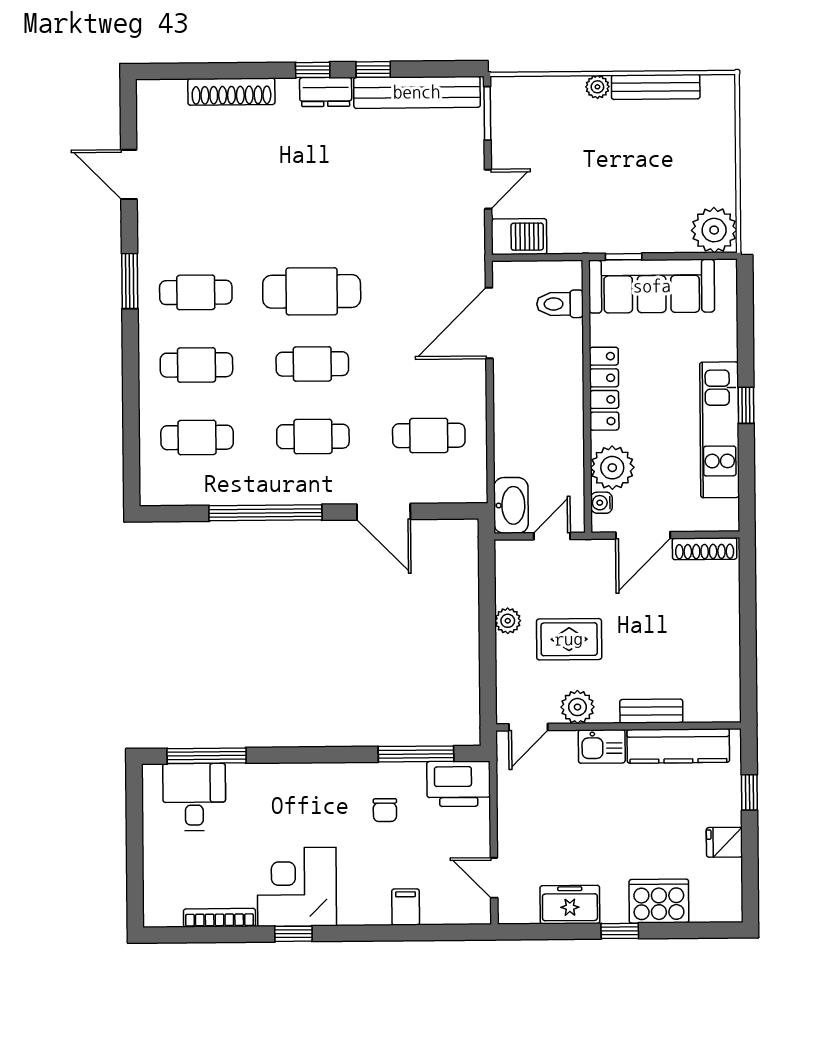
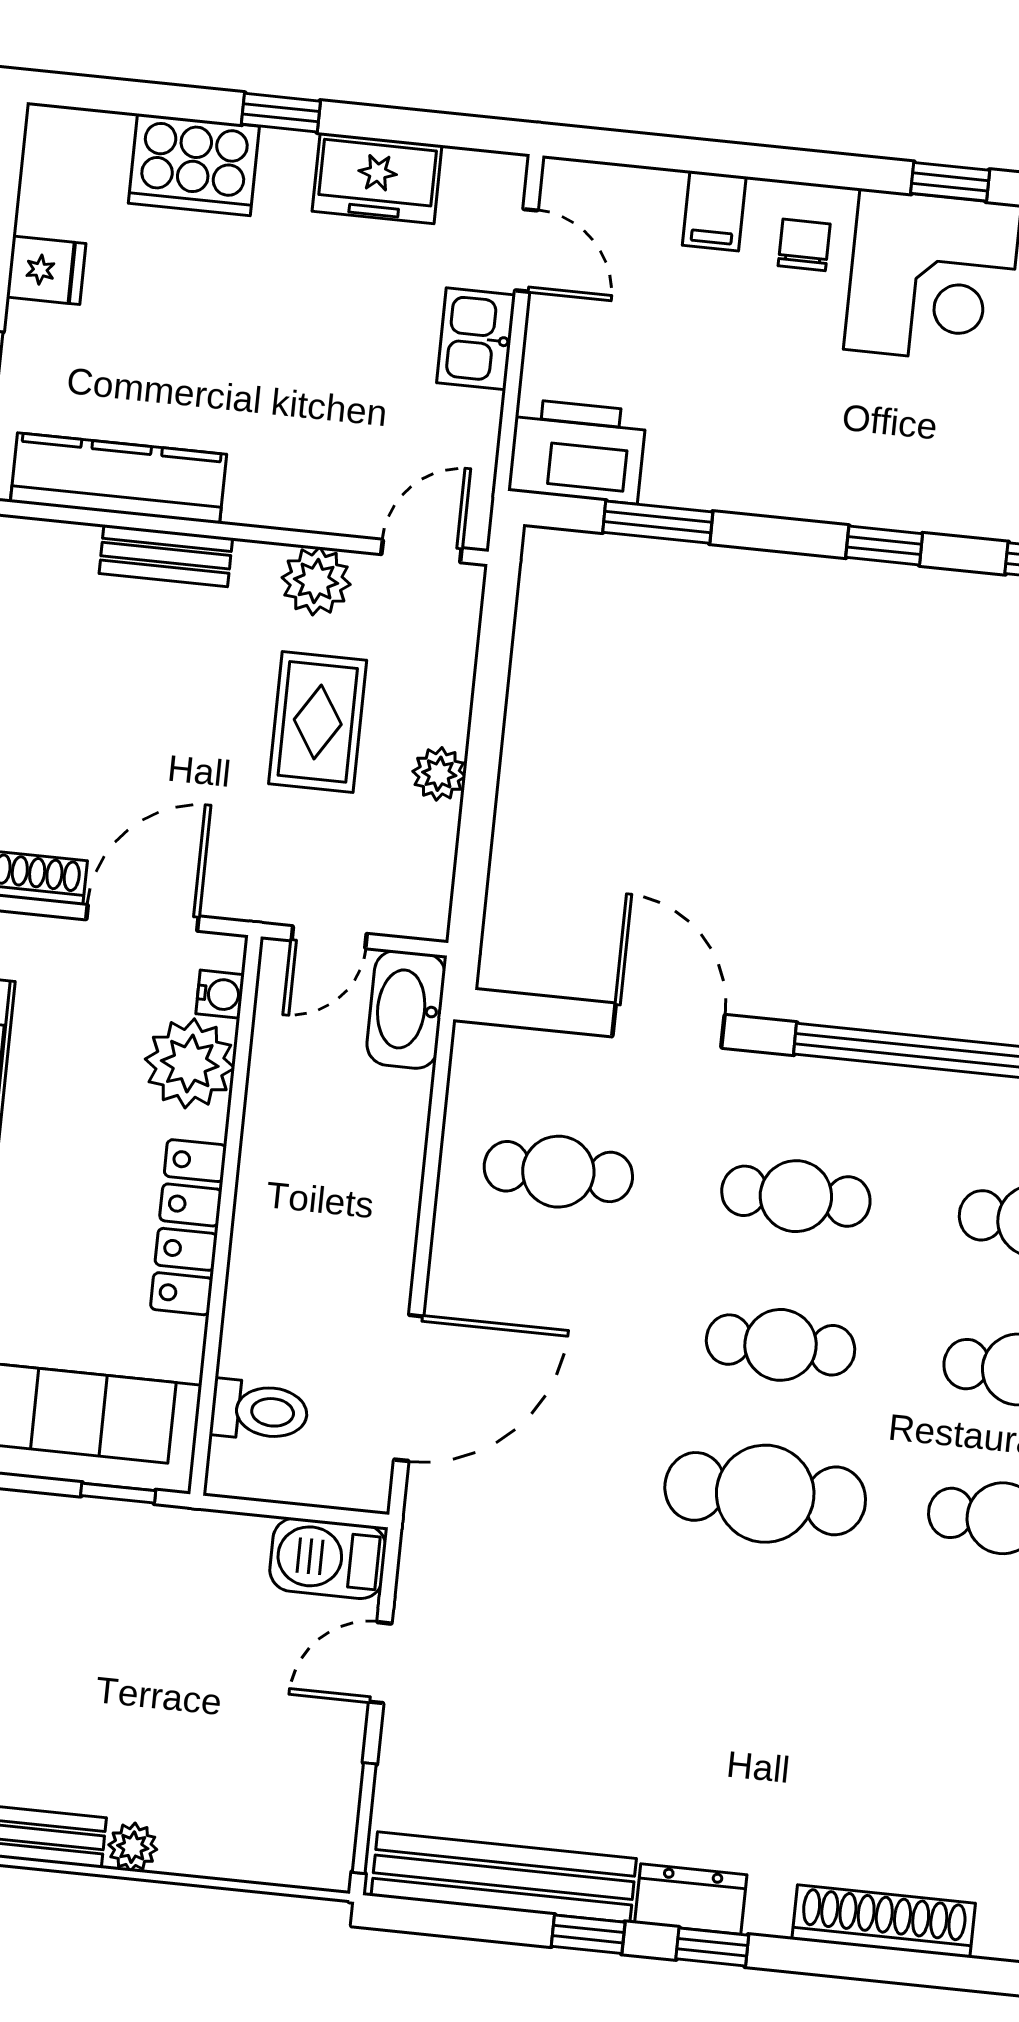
rug: (569, 639) -> (318, 722), turned 90
kitchen sink: (602, 746) -> (476, 339), moved, turned -90
window: (416, 754) -> (658, 522), width x0.69
window: (306, 755) -> (884, 545), added
chair: (385, 810) -> (804, 245), moved

